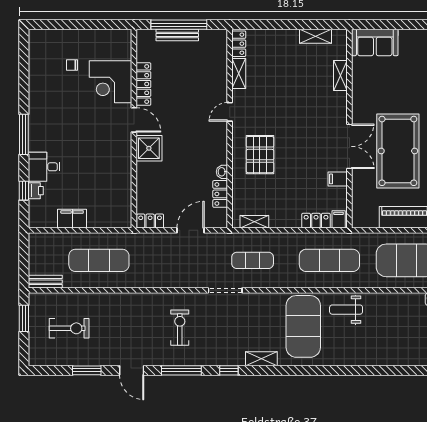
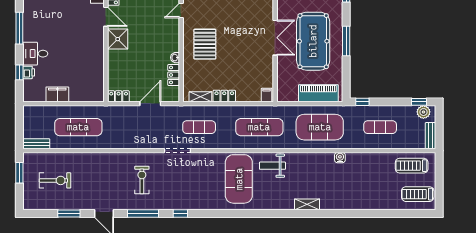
filing cabinet: (338, 179) -> (266, 63), removed
locker: (316, 221) -> (224, 96), moved
shelving: (261, 359) -> (307, 204), moved

